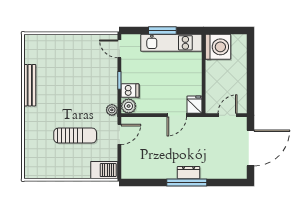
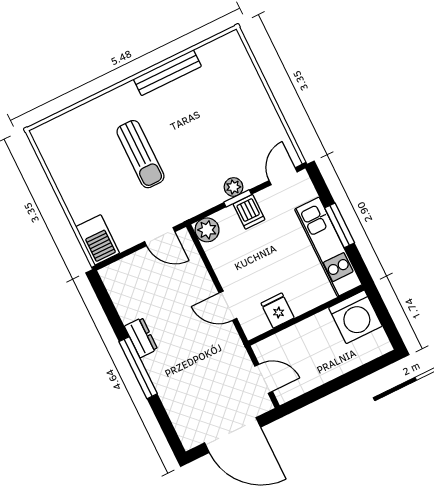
dishwasher: (130, 91) -> (249, 212), moved
fridge: (194, 105) -> (278, 310), moved, turned -90
plant: (112, 110) -> (234, 187), moved
sun lounger: (75, 135) -> (140, 154), moved
dresser: (189, 173) -> (141, 338), moved

